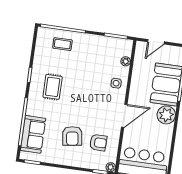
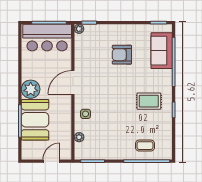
rug: (53, 87) -> (149, 101), turned 90
armchair: (72, 136) -> (122, 55), turned -82
armchair: (98, 143) -> (95, 52), removed

